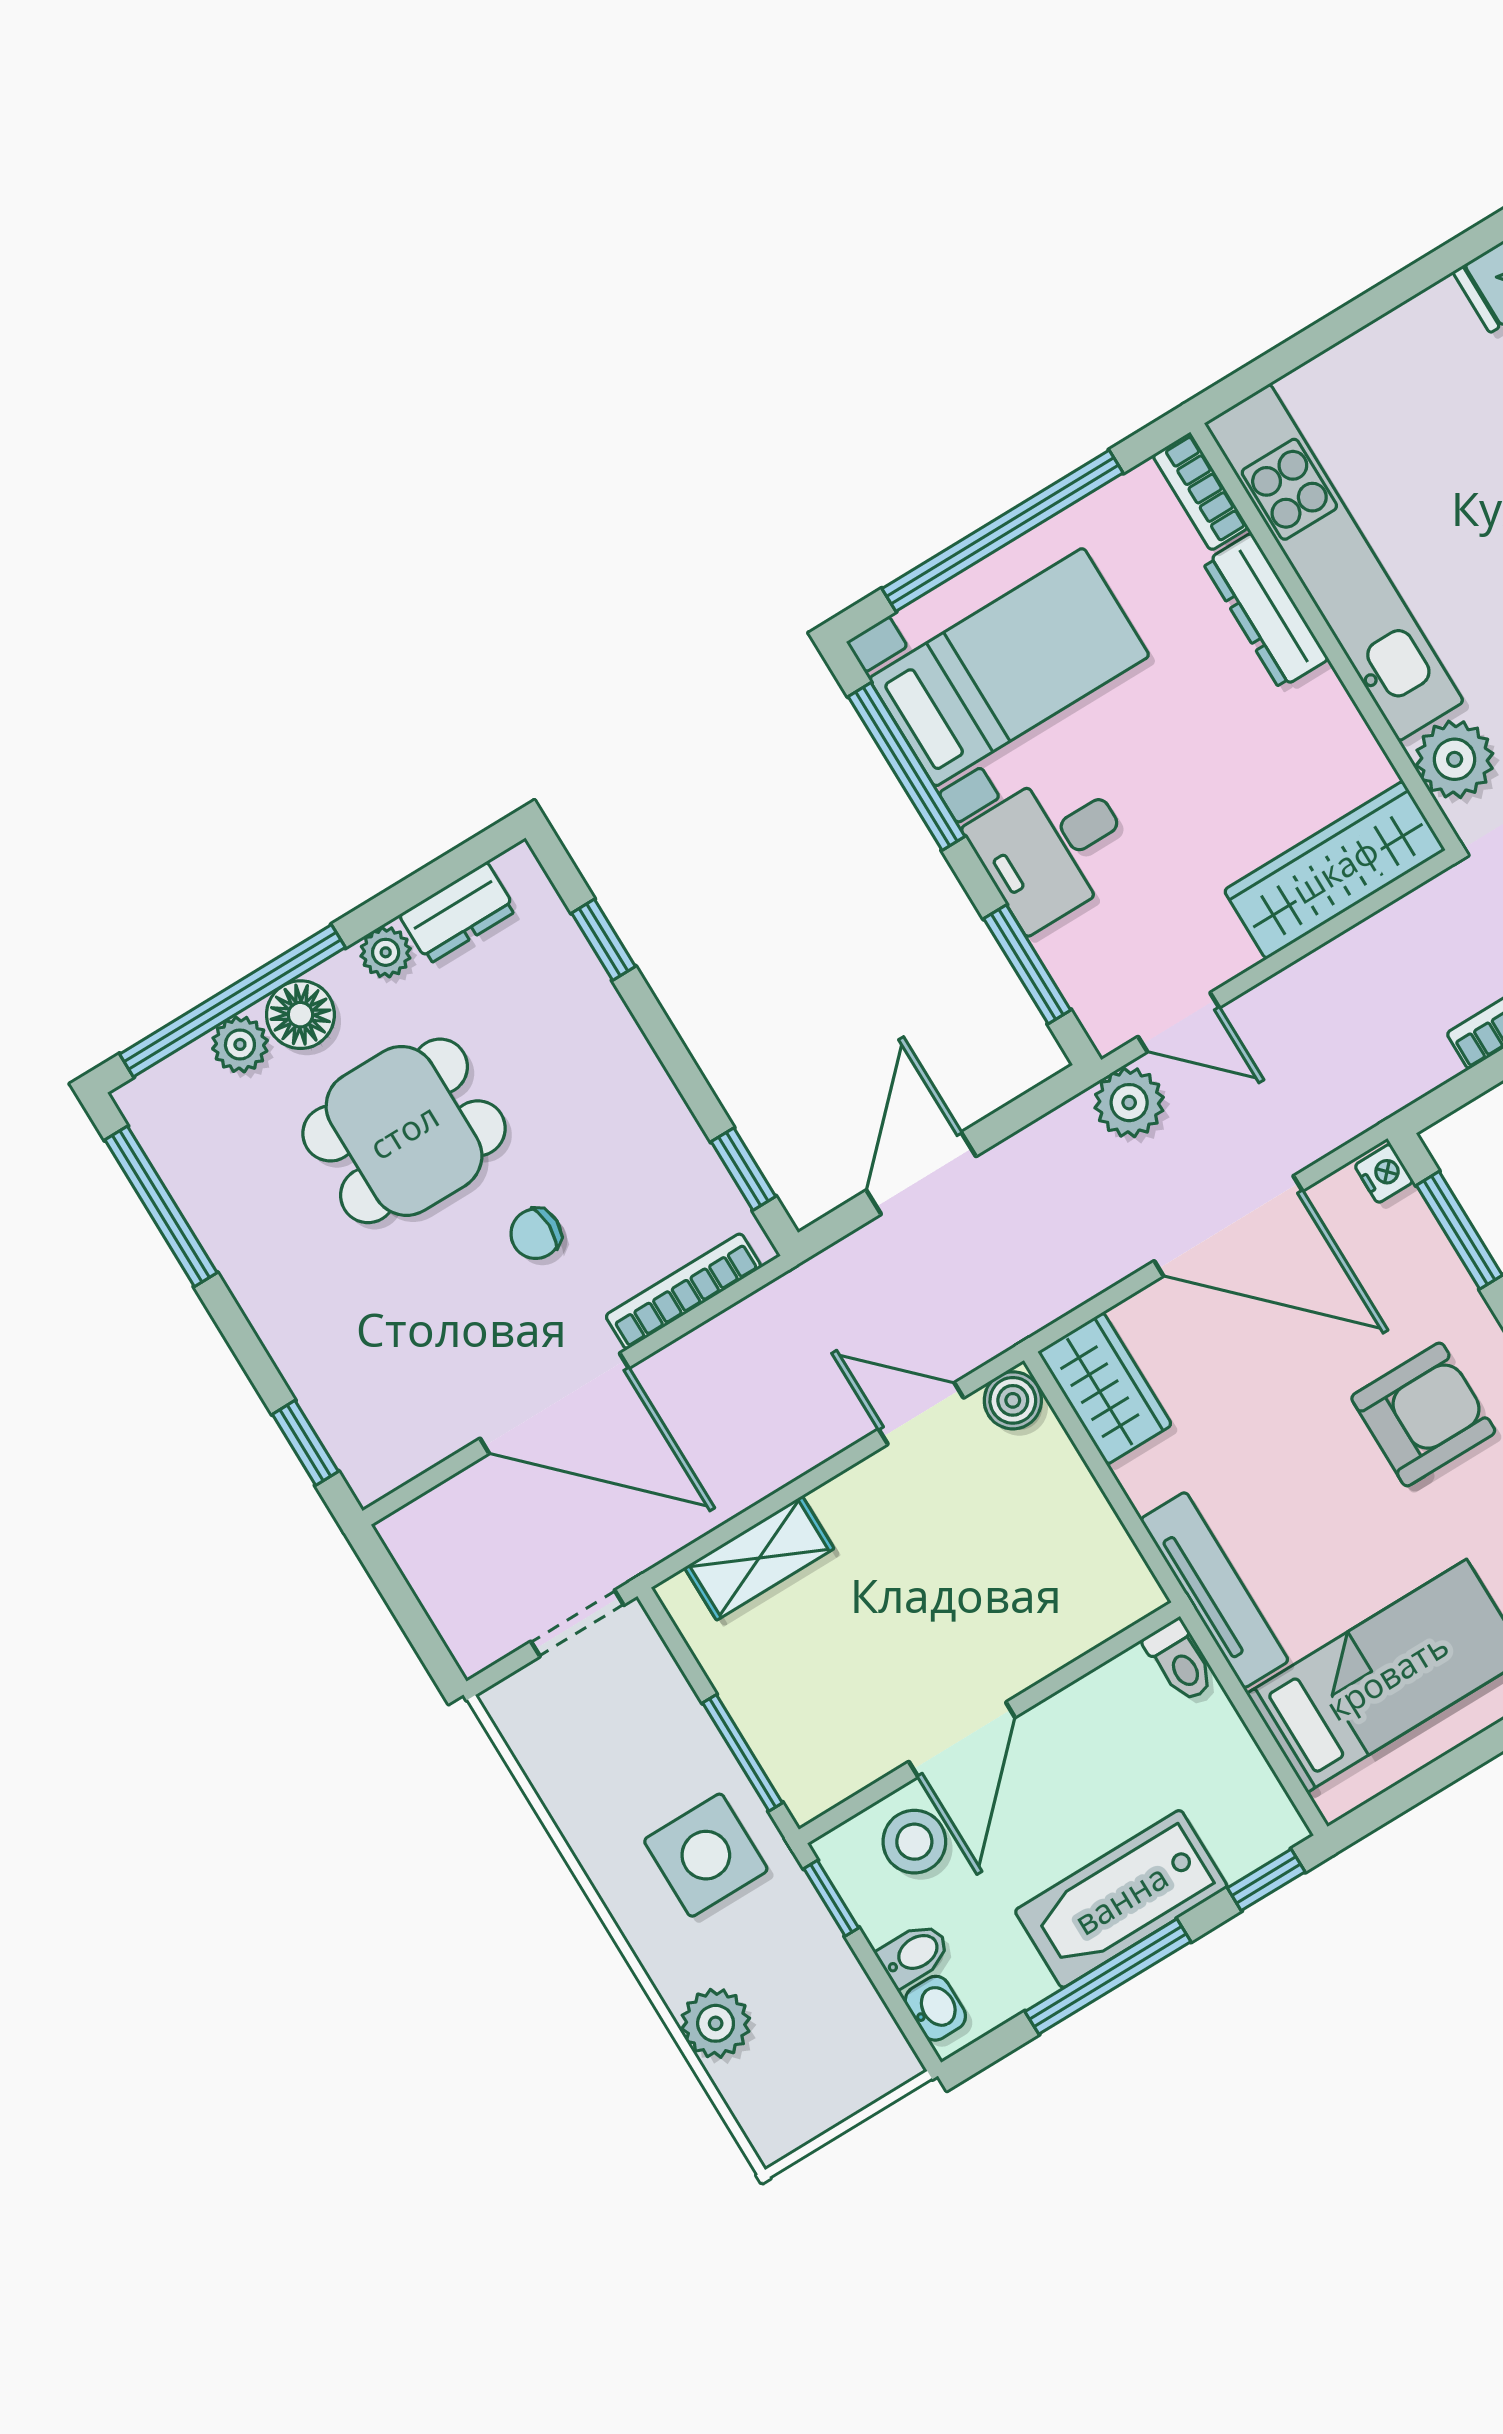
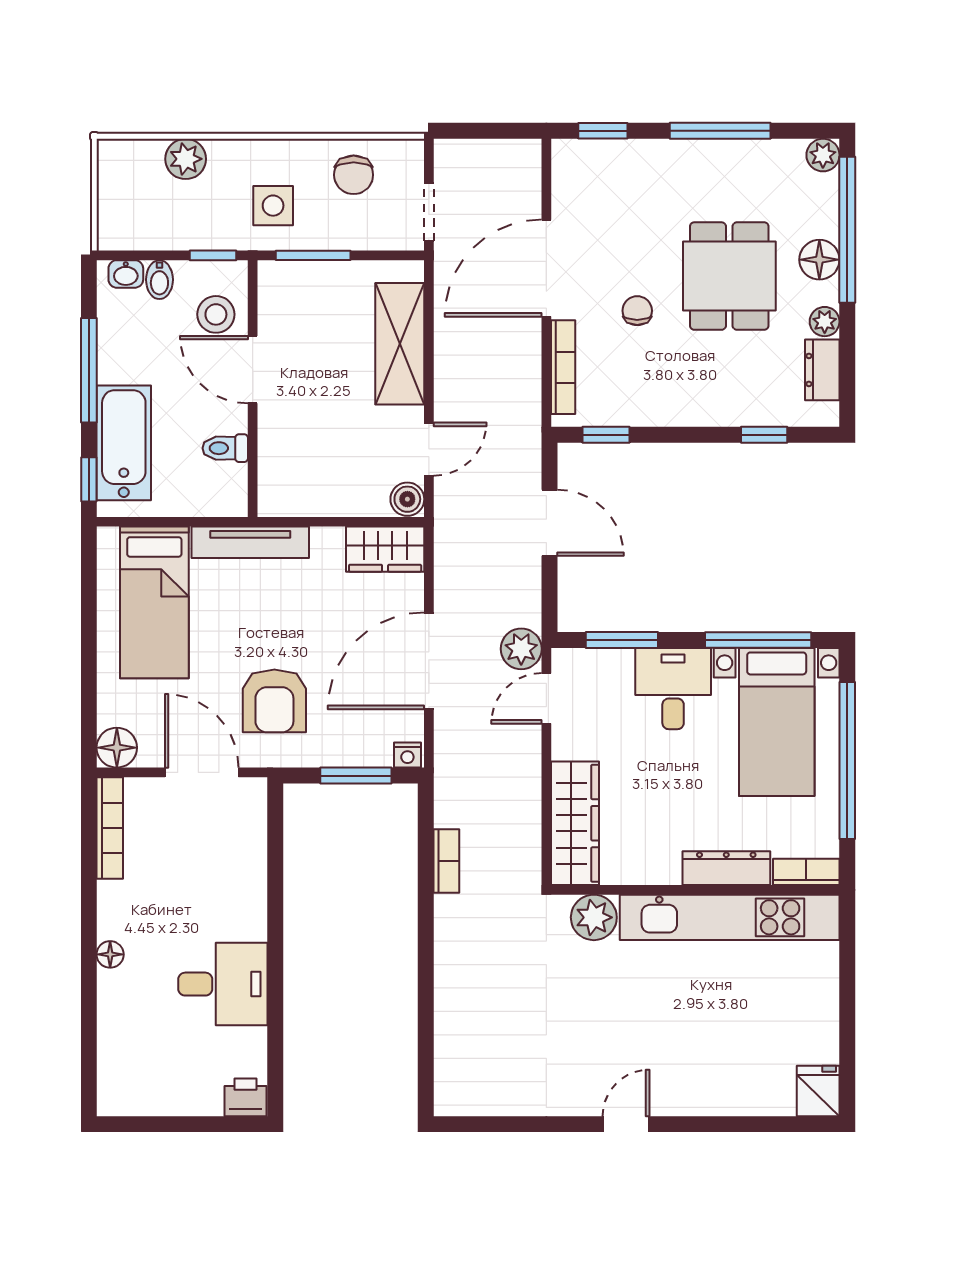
plant: (240, 1044) -> (823, 155), moved
window: (161, 1206) -> (720, 131), moved
shelving: (759, 1558) -> (400, 344), width x1.50, depth x1.33
toilet: (1180, 1661) -> (225, 448), moved
chair: (590, 1766) -> (354, 175), added
side table: (706, 1855) -> (273, 206), width x0.73, depth x0.73
bathtub: (1121, 1899) -> (124, 443), moved

